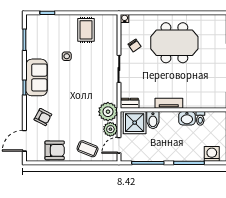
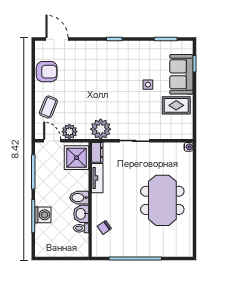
chair: (135, 45) -> (104, 227), moved
sofa: (37, 77) -> (181, 74), moved, turned 90
tv unit: (169, 103) -> (97, 178), moved
plant: (108, 112) -> (101, 129), moved
armchair: (43, 117) -> (83, 59), removed
bidet: (153, 120) -> (79, 198), moved
armchair: (55, 150) -> (47, 72), turned -90
washing machine: (212, 154) -> (43, 215), moved

